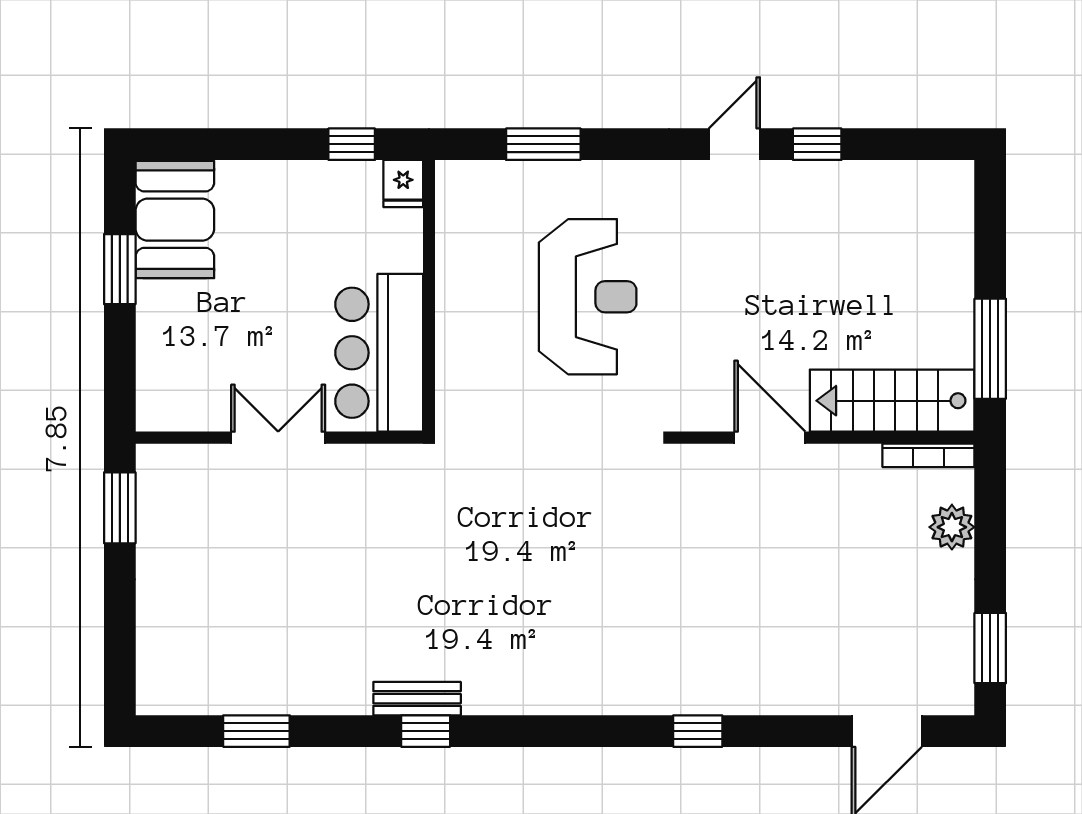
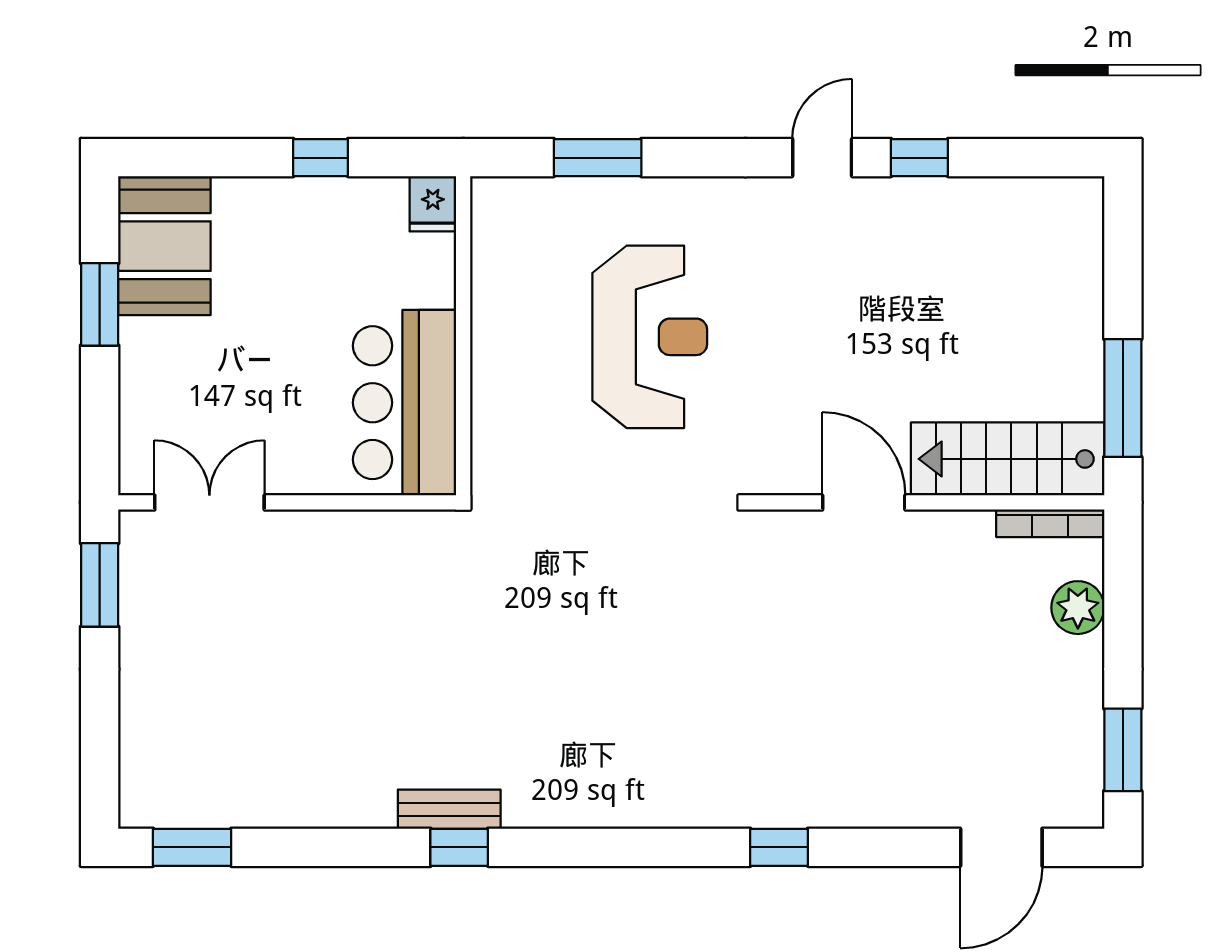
window: (352, 144) -> (321, 158), moved
double door: (278, 438) -> (209, 502), moved
window: (256, 731) -> (192, 847), moved

